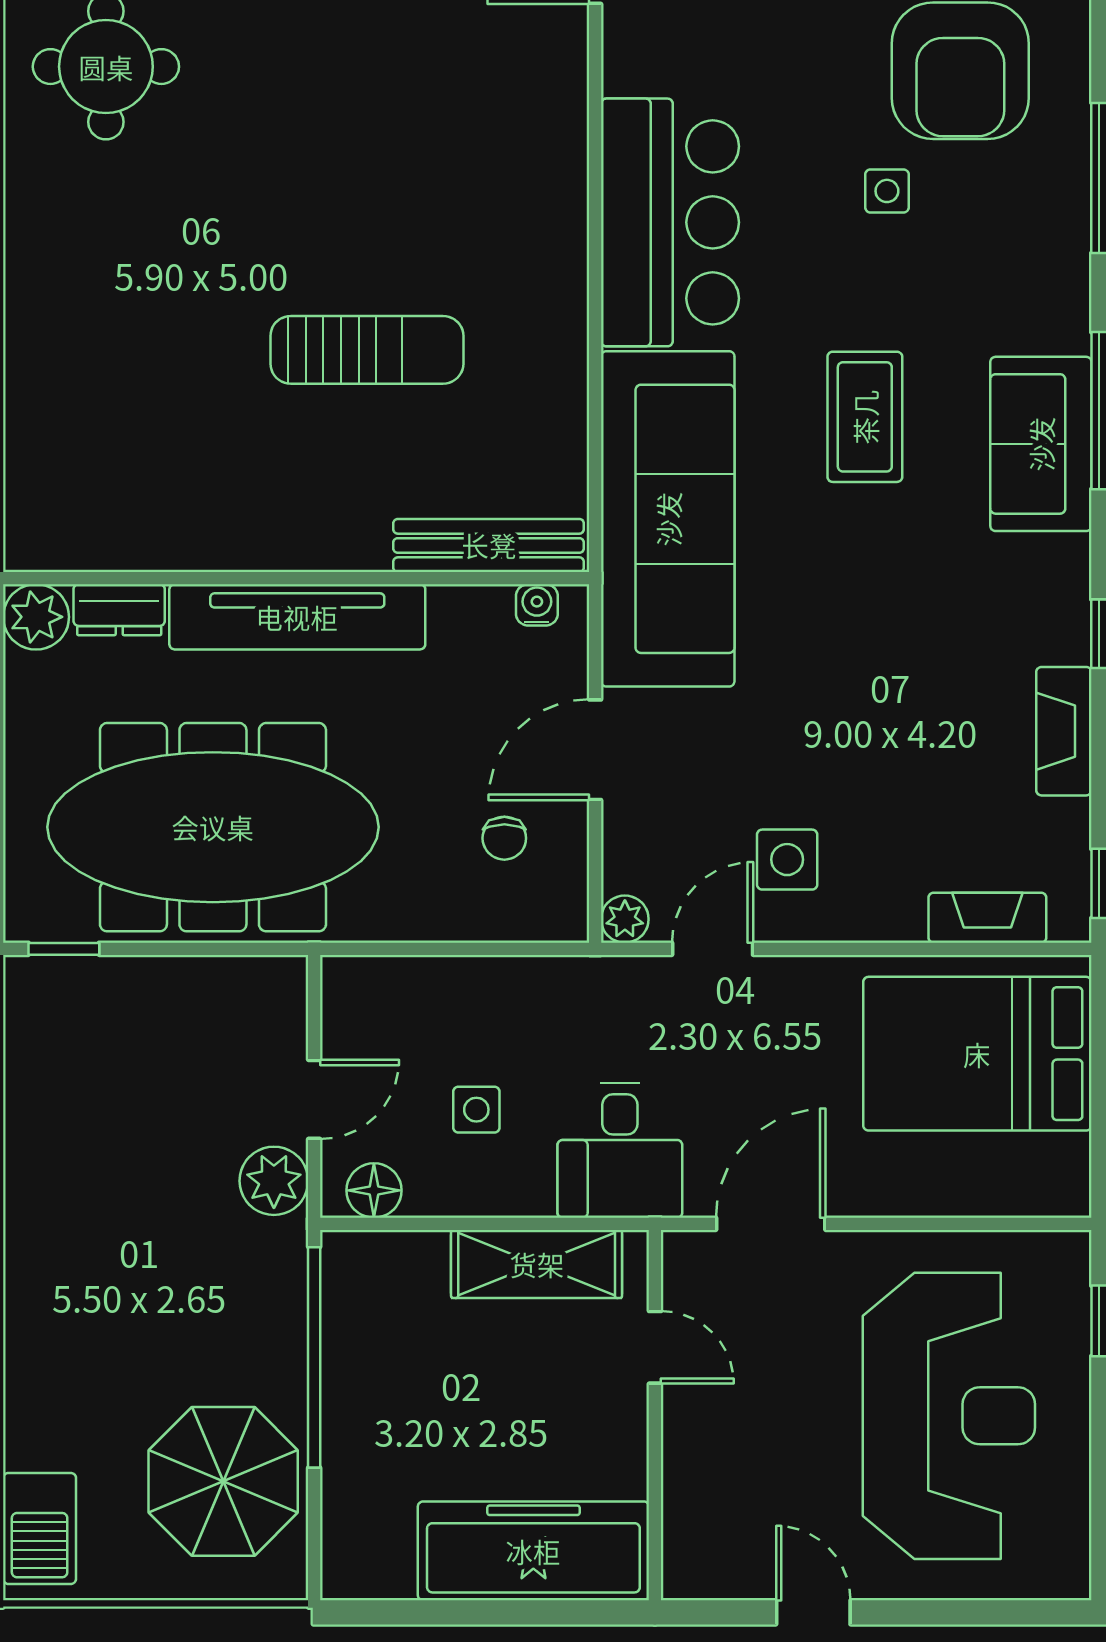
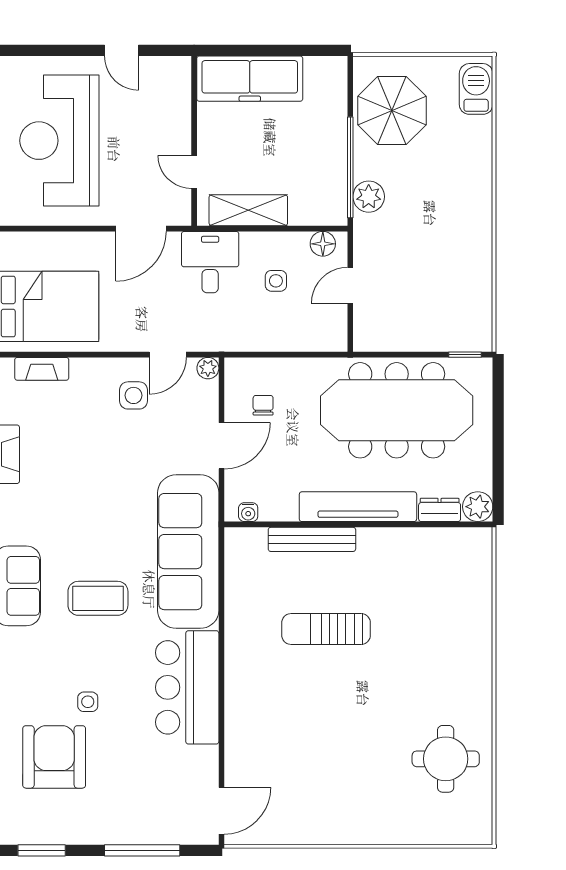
coffee table: (865, 417) -> (98, 598), turned 90
bench: (489, 545) -> (312, 539), moved
plant: (274, 1181) -> (369, 197), moved

